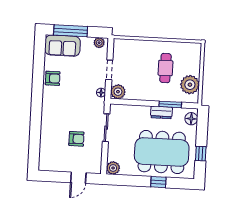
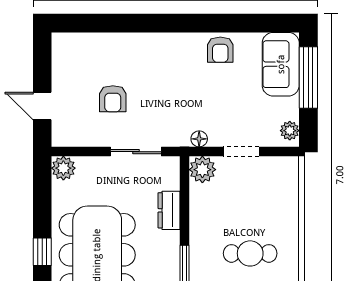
dresser: (161, 112) -> (169, 210), moved

